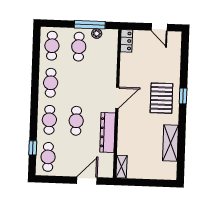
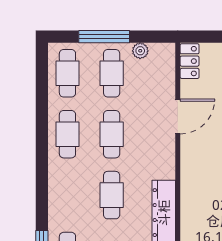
window: (90, 25) -> (104, 37), moved
door: (117, 98) -> (178, 117), moved
cafe table: (49, 120) -> (112, 134), moved

